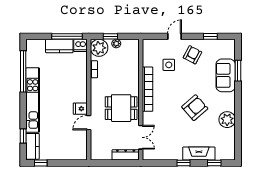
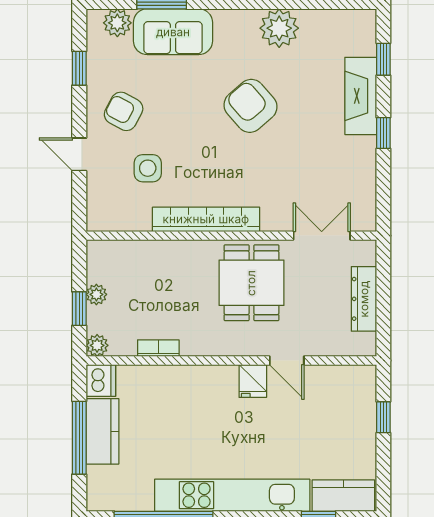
window: (67, 36) -> (79, 438), moved
plant: (99, 48) -> (97, 345), width x0.53, depth x0.53
plant: (229, 52) -> (117, 23), added
dresser: (126, 155) -> (364, 299), moved
window: (41, 163) -> (383, 417), moved

